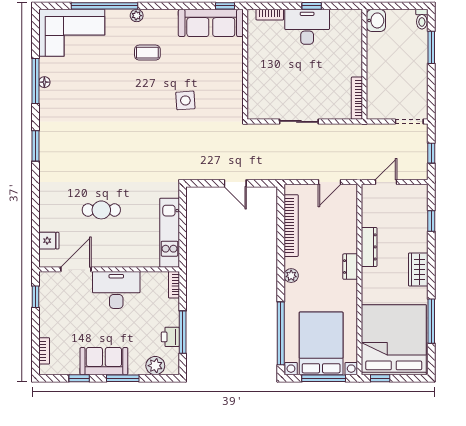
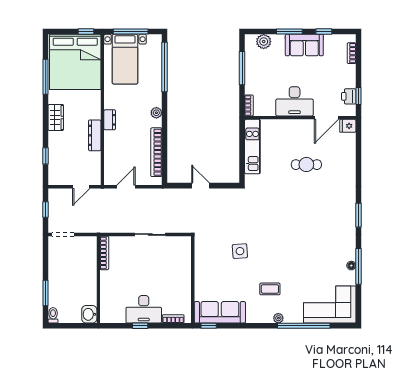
fridge: (49, 241) -> (348, 126), moved
printer: (170, 337) -> (349, 96), moved, turned 180
bed with nightstands: (321, 343) -> (125, 59), width x0.73

